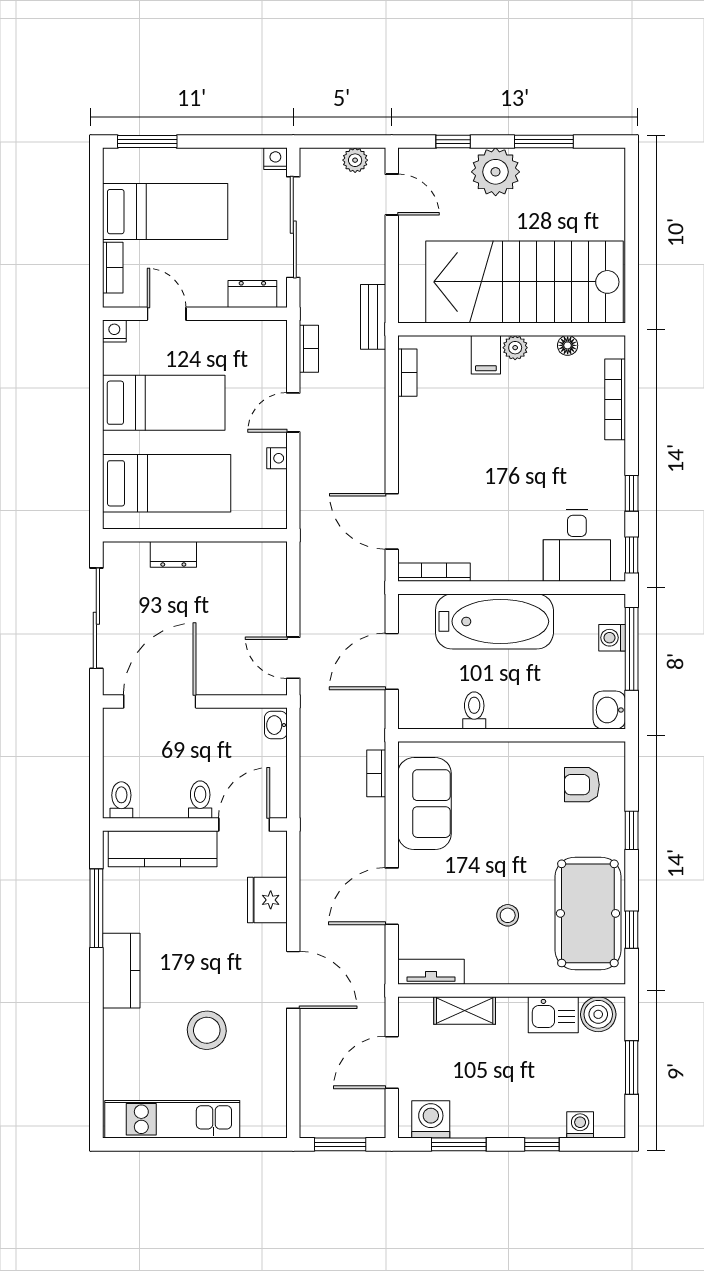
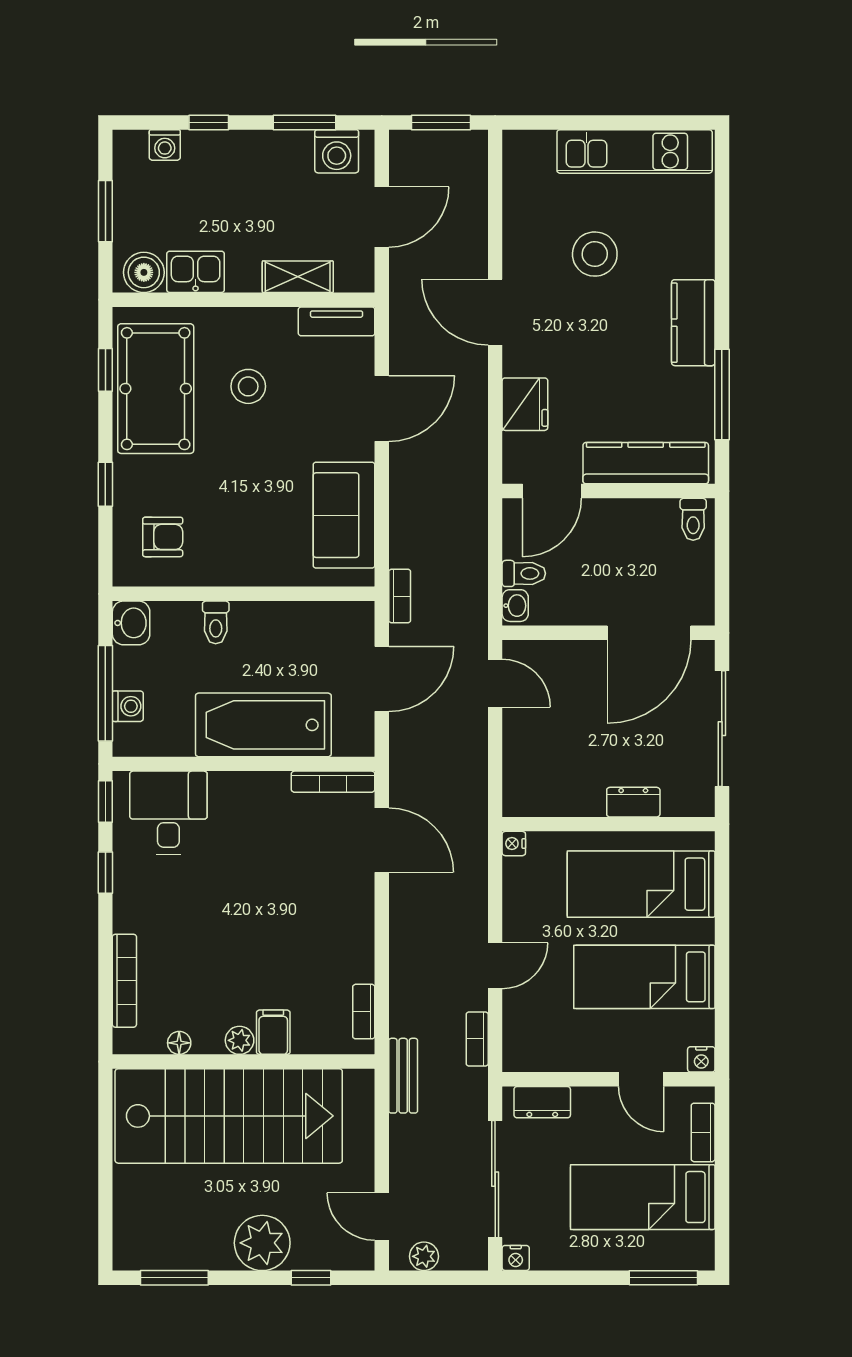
window: (544, 142) -> (174, 1278), moved
nightstand: (277, 458) -> (514, 844), moved
toilet: (474, 710) -> (216, 622), moved
bookcase: (376, 773) -> (400, 596), moved
toilet: (200, 800) -> (524, 573), moved, turned -90
stool: (508, 915) -> (248, 386), width x1.37, depth x1.37

